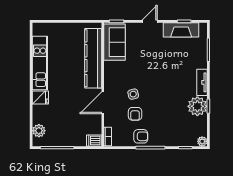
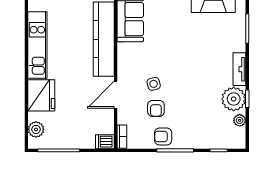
fridge: (40, 97) -> (41, 95), width x1.88, depth x1.34
armchair: (141, 136) -> (163, 136), turned 180
plant: (202, 141) -> (240, 120), moved

